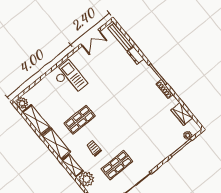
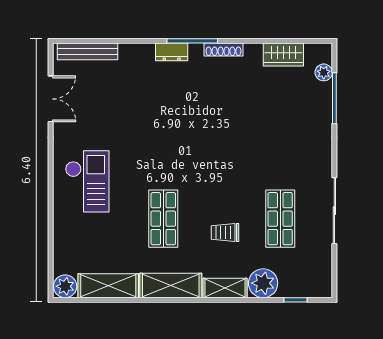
dresser: (135, 56) -> (172, 52), moved
checkout: (70, 78) -> (87, 181), turned 90

